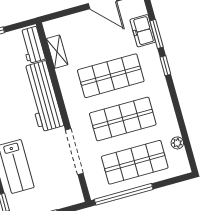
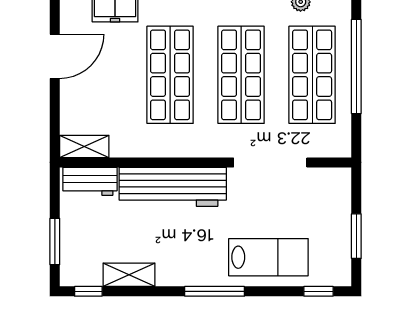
shelving: (57, 52) -> (84, 146), moved
window: (124, 194) -> (356, 67), moved

